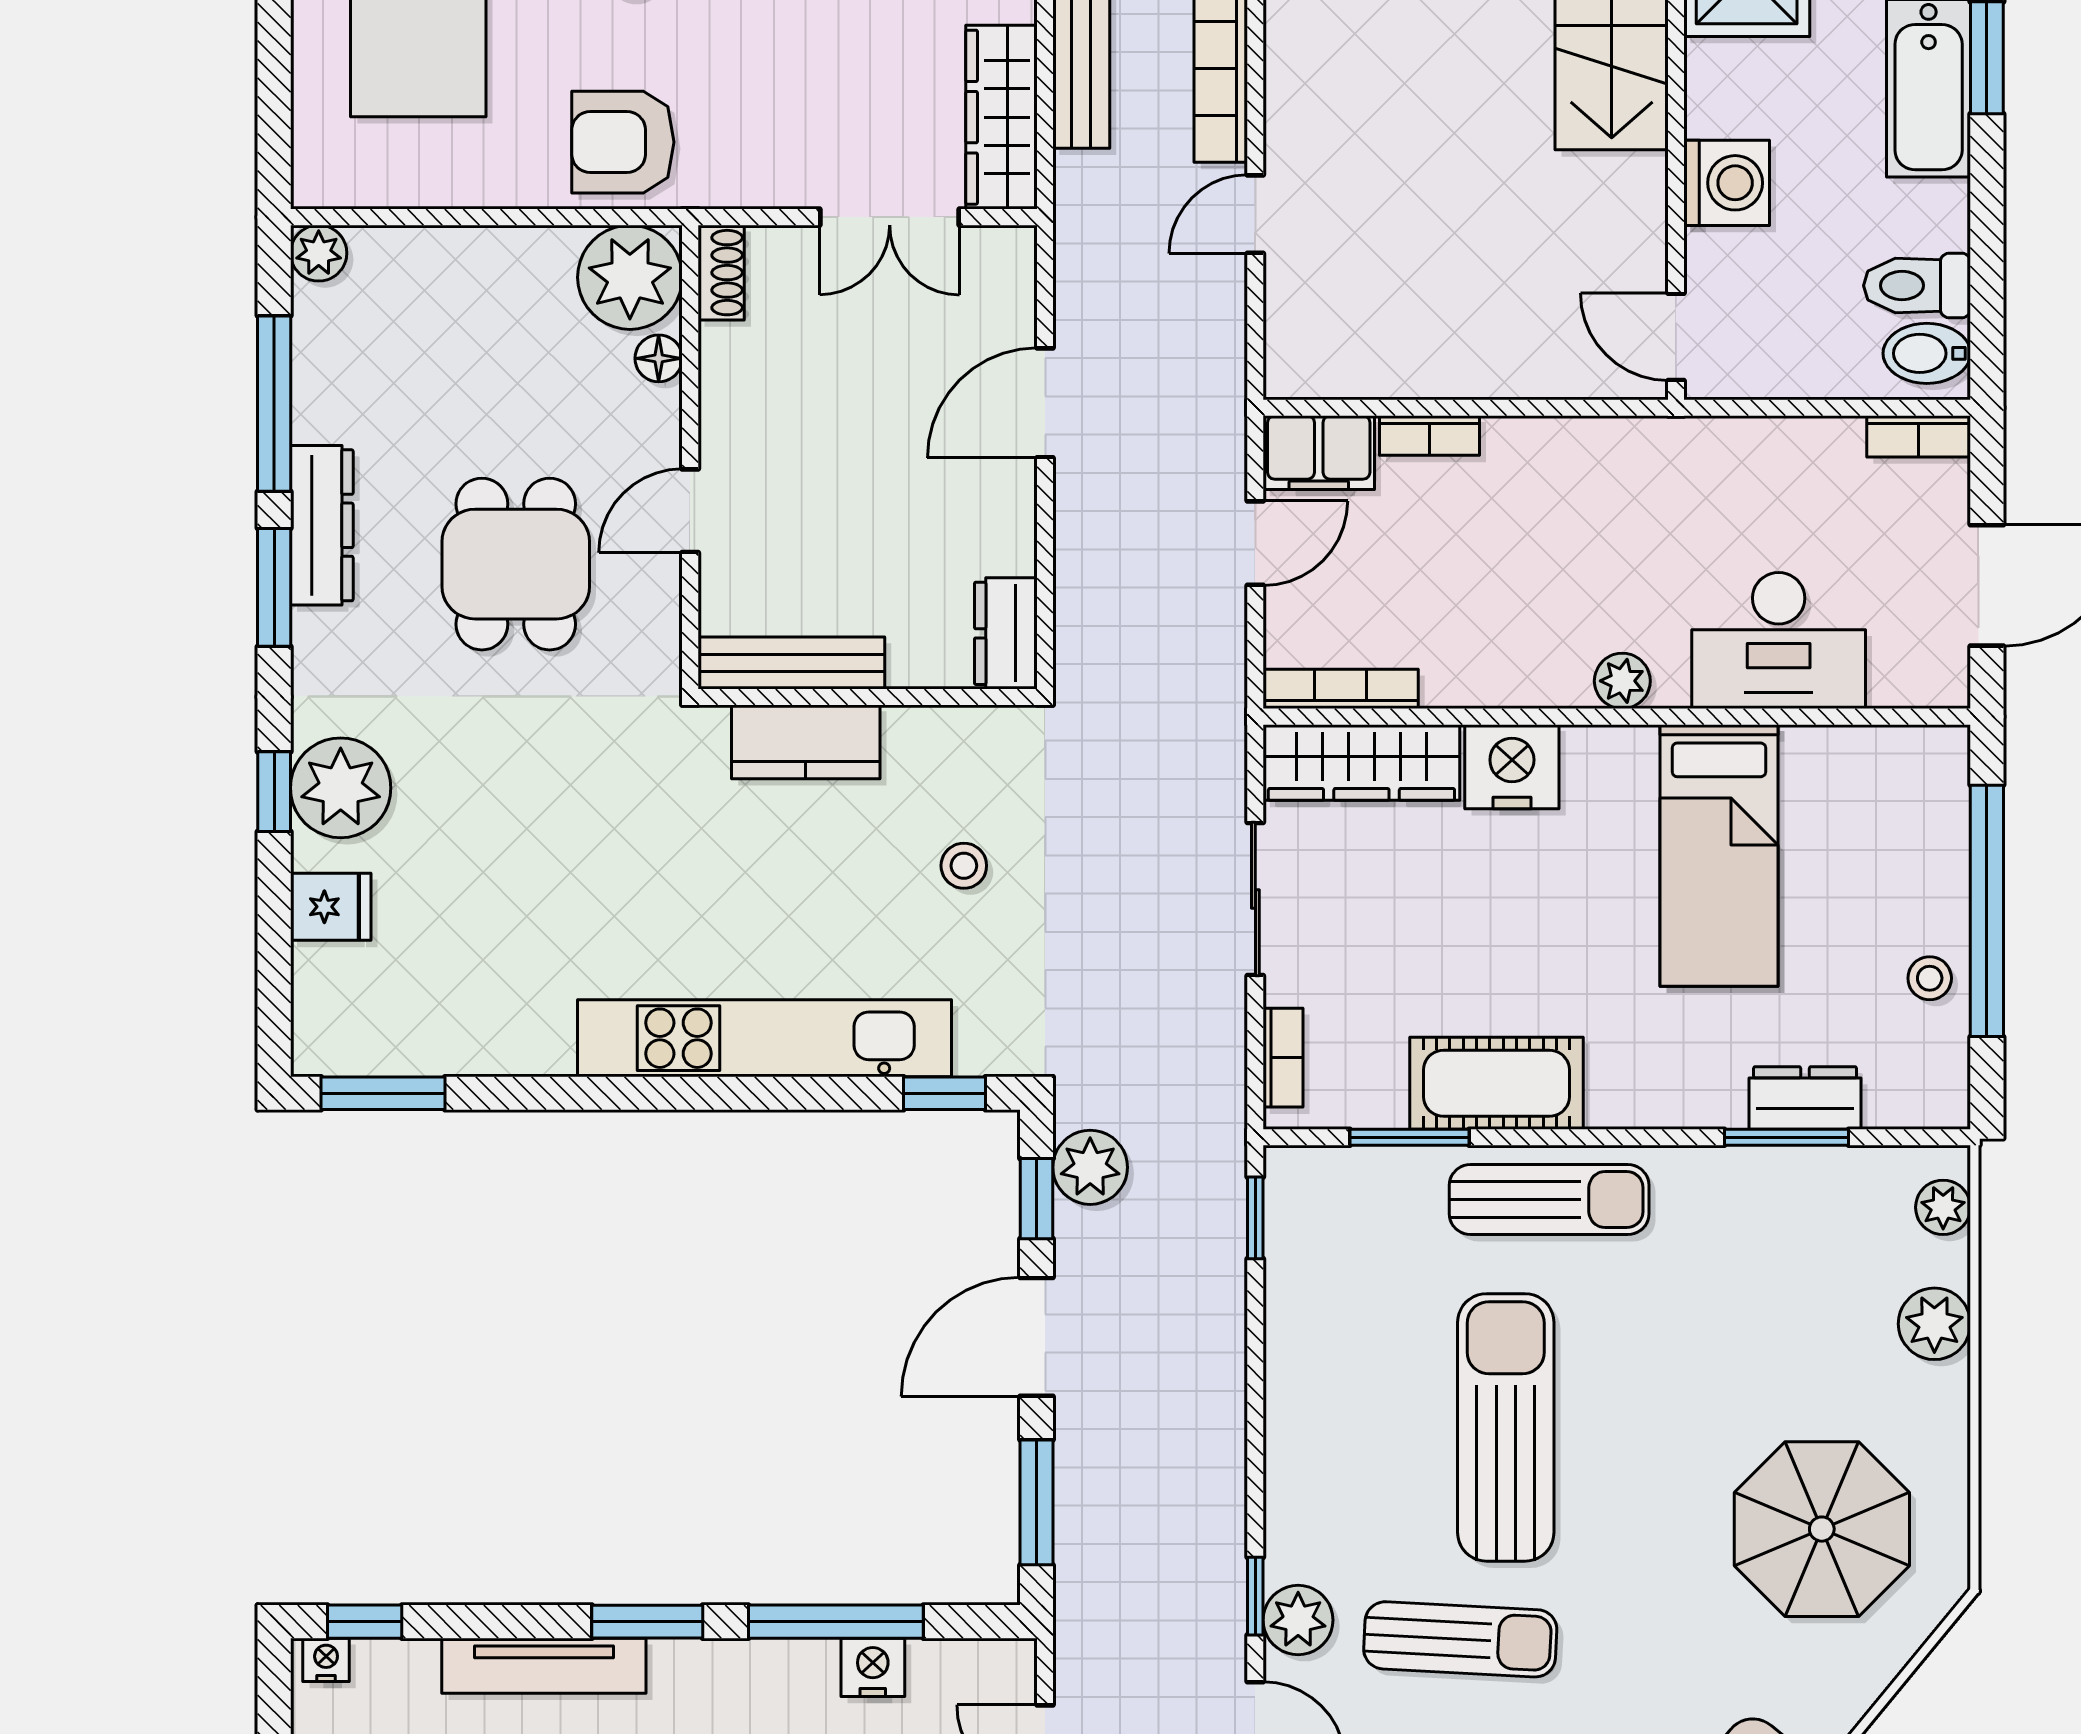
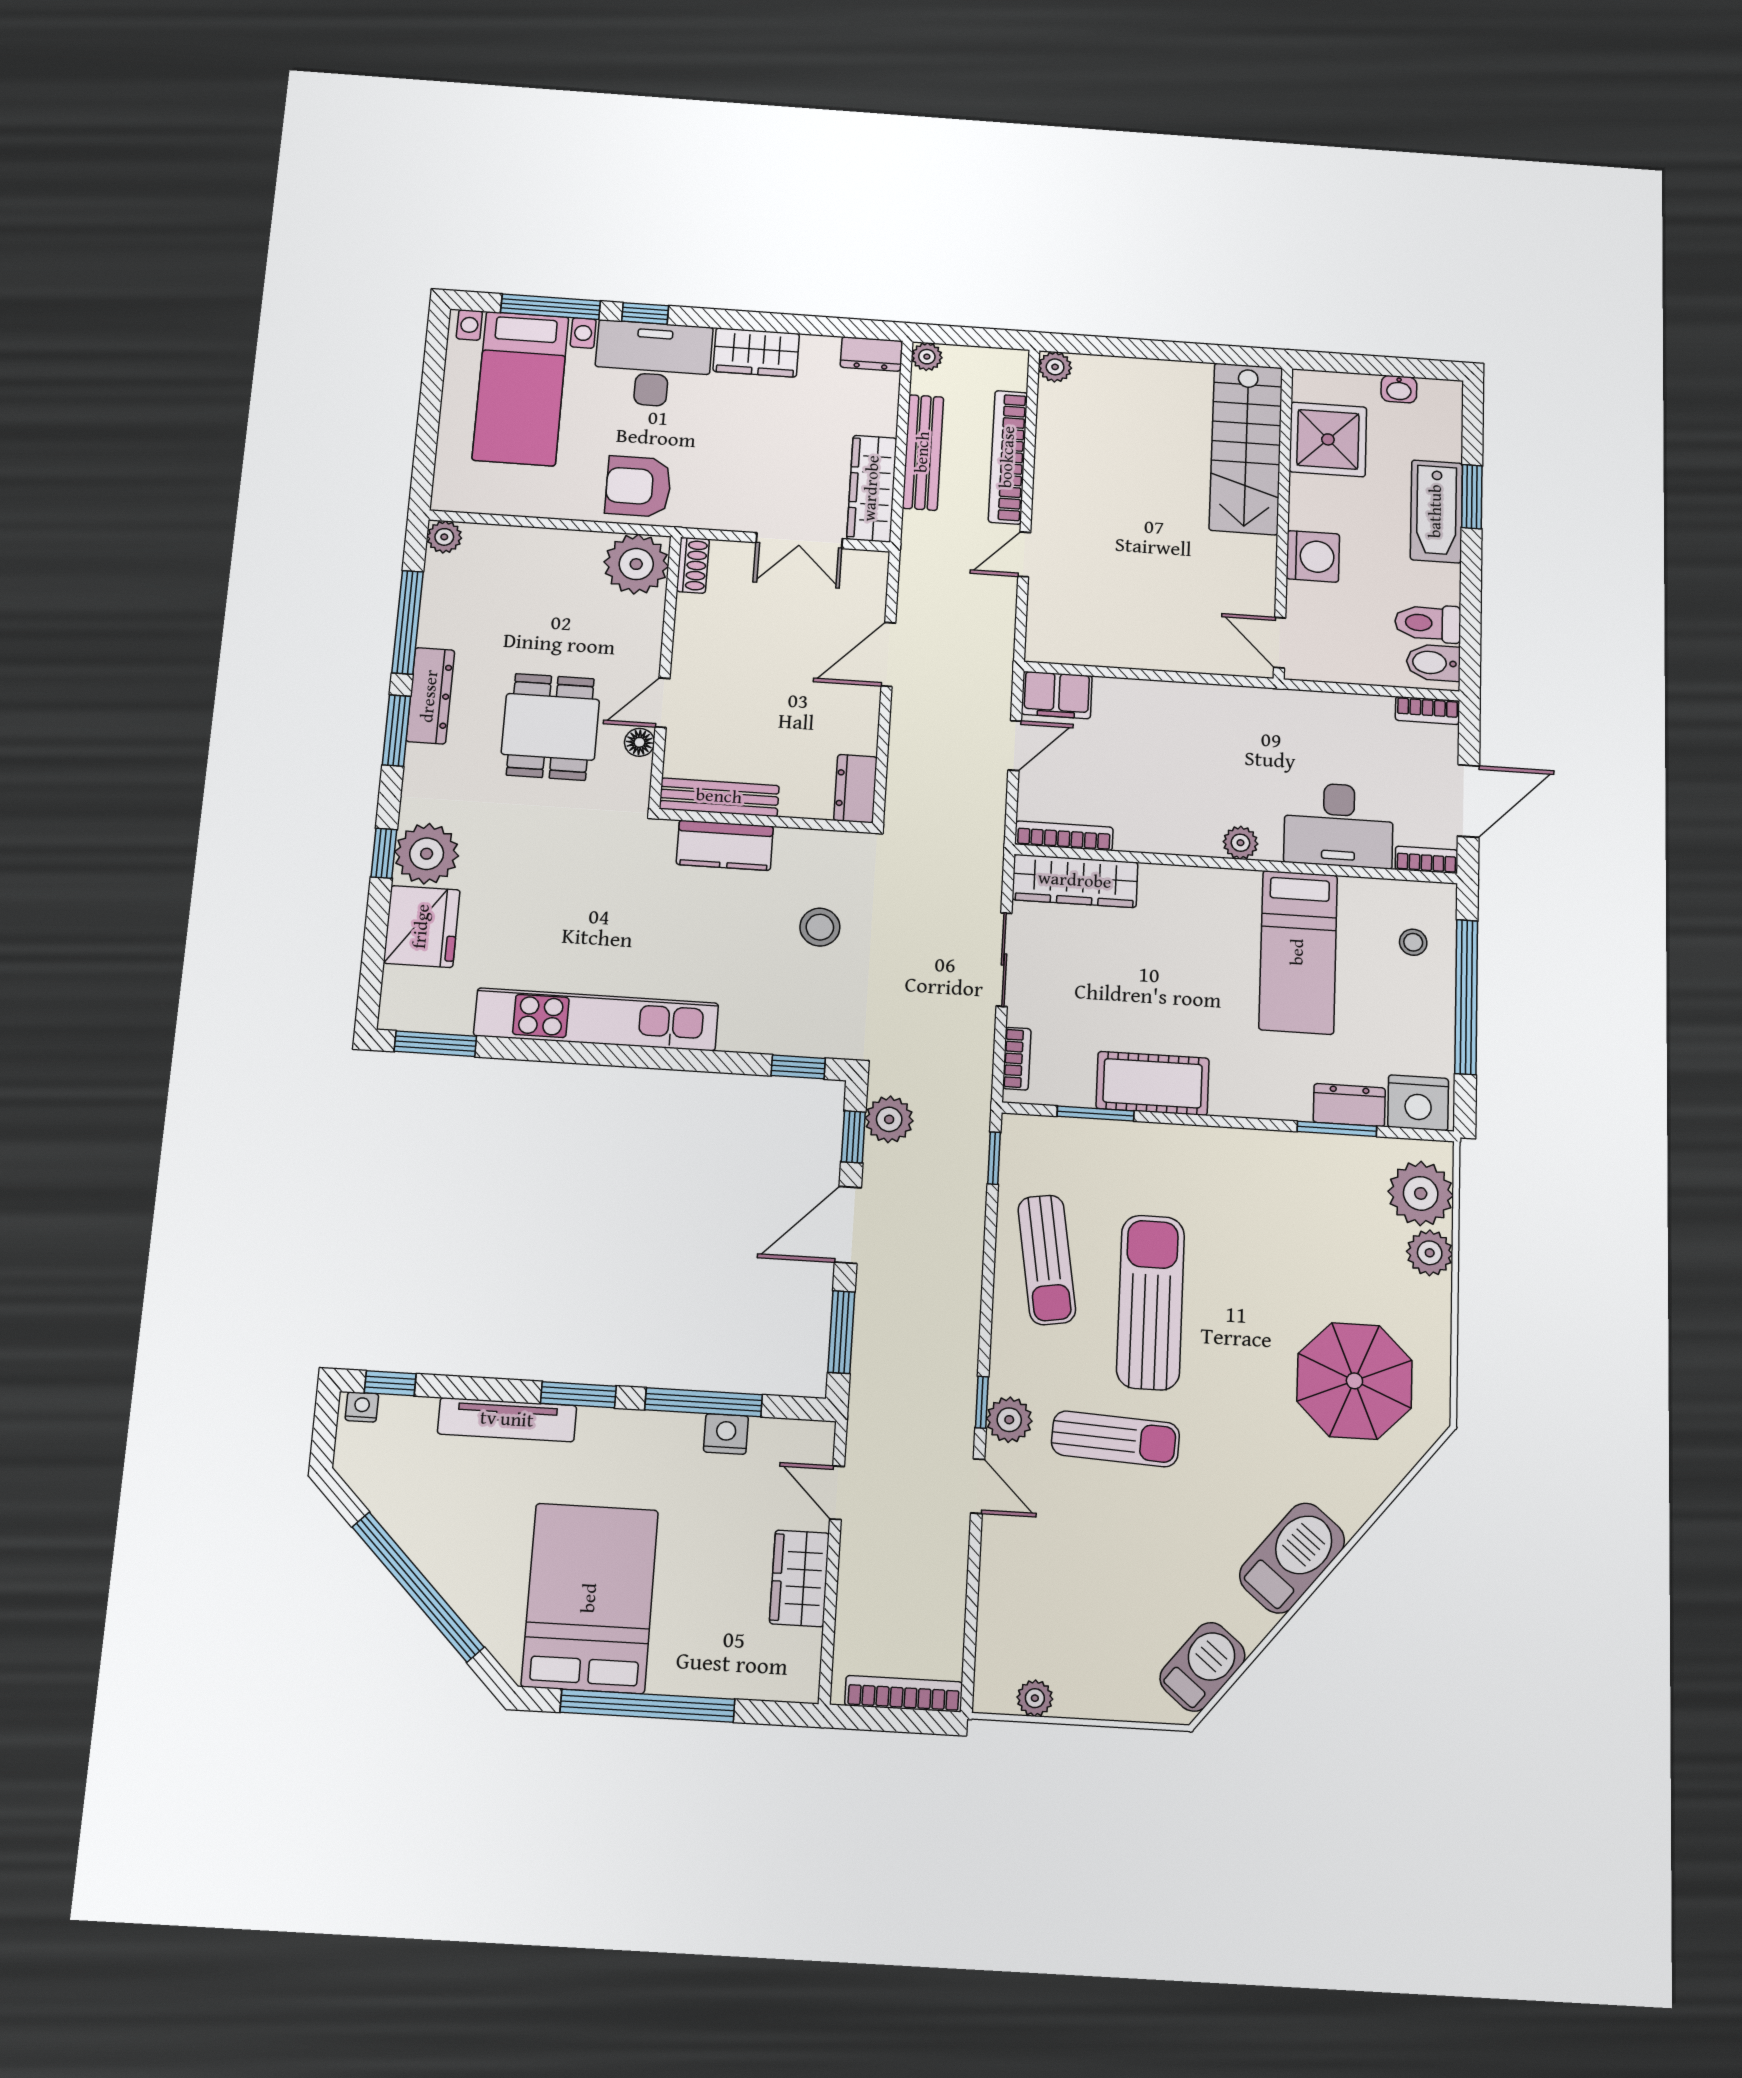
floor lamp: (659, 358) -> (639, 742), moved
bookcase: (1429, 436) -> (1426, 860), moved, turned 180
nightstand: (1512, 767) -> (1418, 1103), moved, turned 180
stool: (964, 866) -> (820, 927), width x1.37, depth x1.37
fridge: (331, 907) -> (422, 926), width x1.88, depth x1.34
stool: (1930, 978) -> (1413, 942), moved
kitchen unit: (765, 1038) -> (596, 1019), moved
sun lounger: (1549, 1200) -> (1047, 1260), moved, turned 81
plant: (1943, 1207) -> (1421, 1193), width x1.88, depth x1.88

